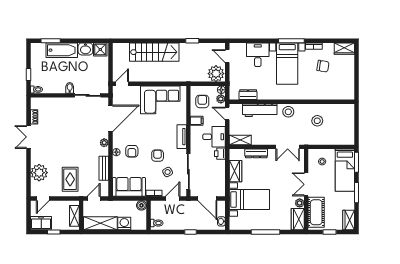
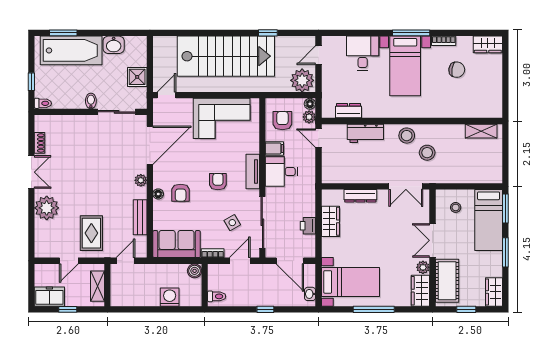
shower: (100, 49) -> (137, 77), moved
bathtub: (62, 50) -> (71, 50), width x1.36, depth x1.36
stairs: (154, 52) -> (226, 56), width x1.36, depth x1.51
door: (227, 56) -> (319, 55), hinge flipped
workbench: (260, 110) -> (365, 133), width x0.73
stool: (317, 121) -> (427, 153), moved
double door: (29, 137) -> (31, 172), swing flipped
desk: (214, 137) -> (281, 171), moved, turned 180
shelving: (240, 140) -> (481, 131), moved
printer: (220, 154) -> (308, 226), moved
armchair: (158, 156) -> (218, 182), moved
plant: (39, 173) -> (47, 208), moved
door: (43, 198) -> (69, 261), moved
bed with nightstands: (249, 200) -> (350, 282), moved
shelving: (100, 223) -> (135, 297), removed

